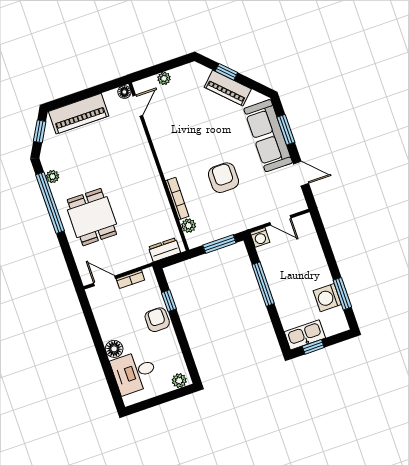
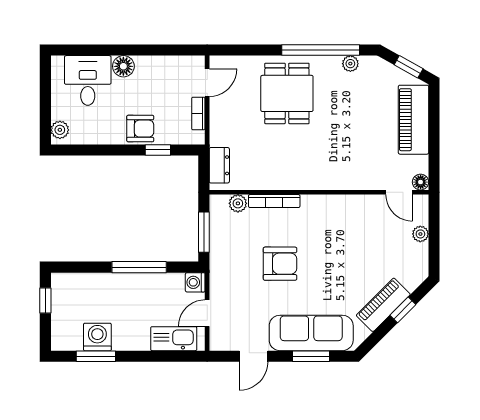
dining table: (92, 217) -> (287, 93), turned 90
kitchen sink: (305, 335) -> (174, 339), moved, turned -90

